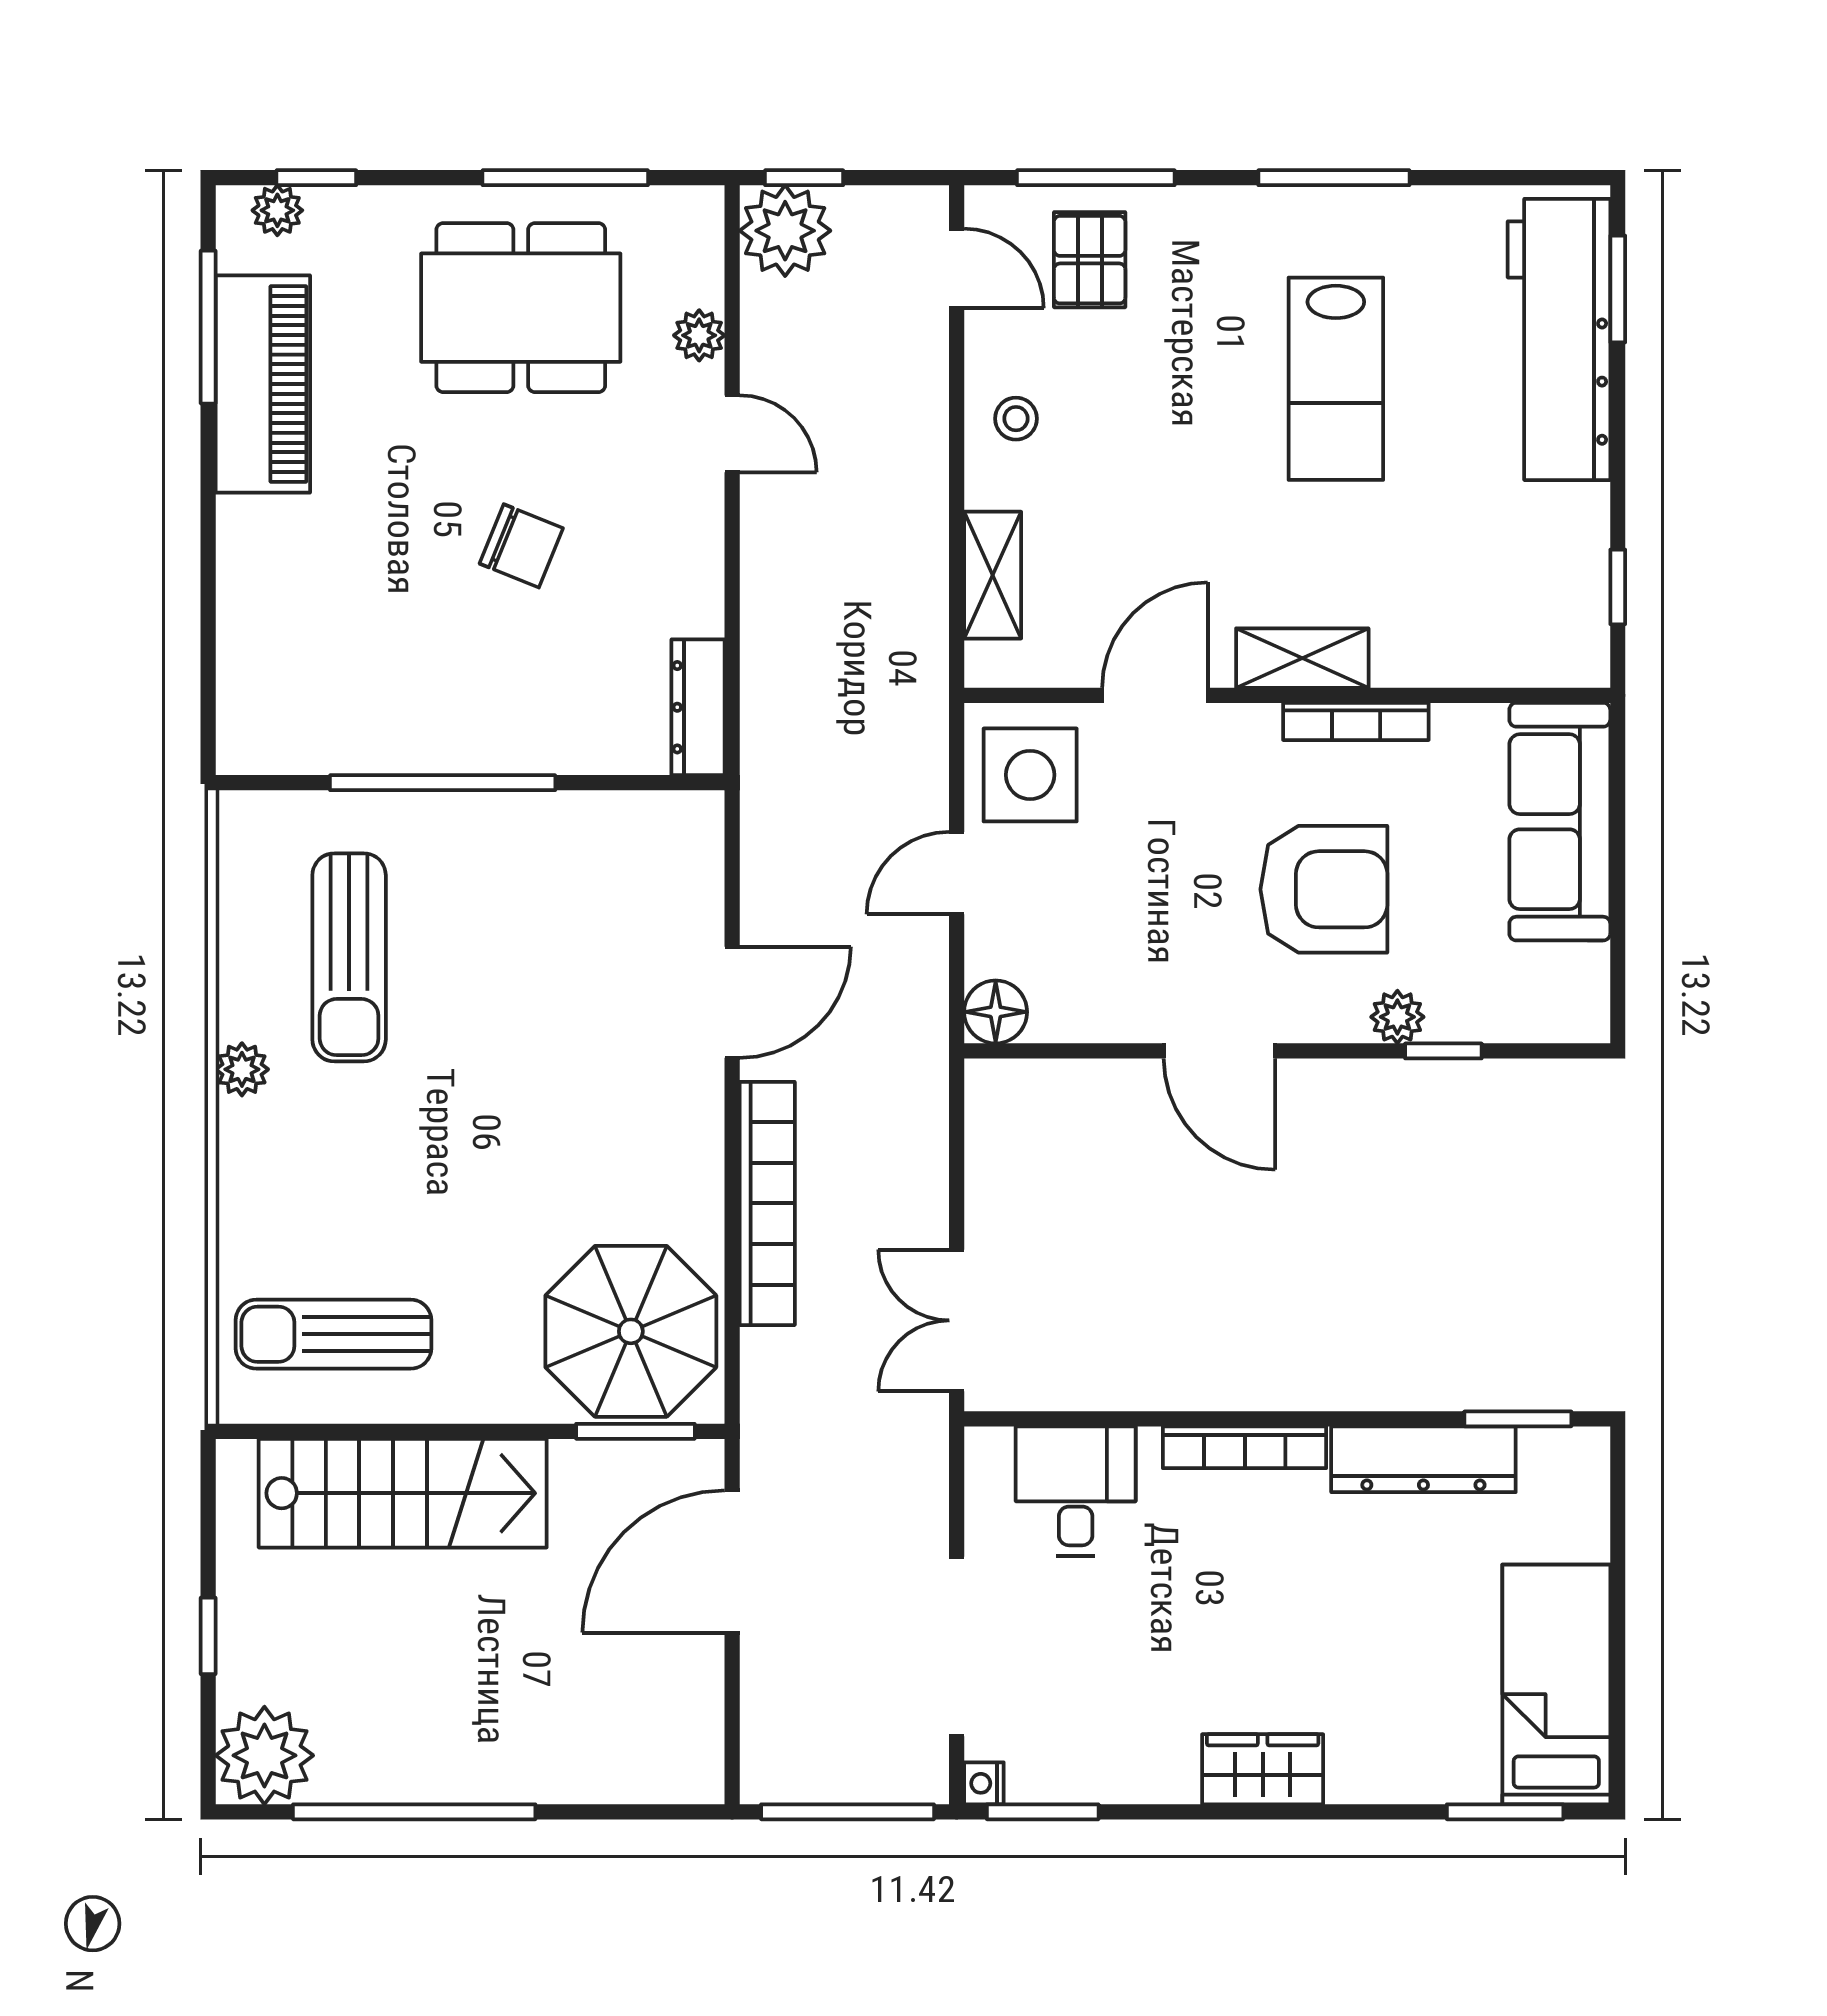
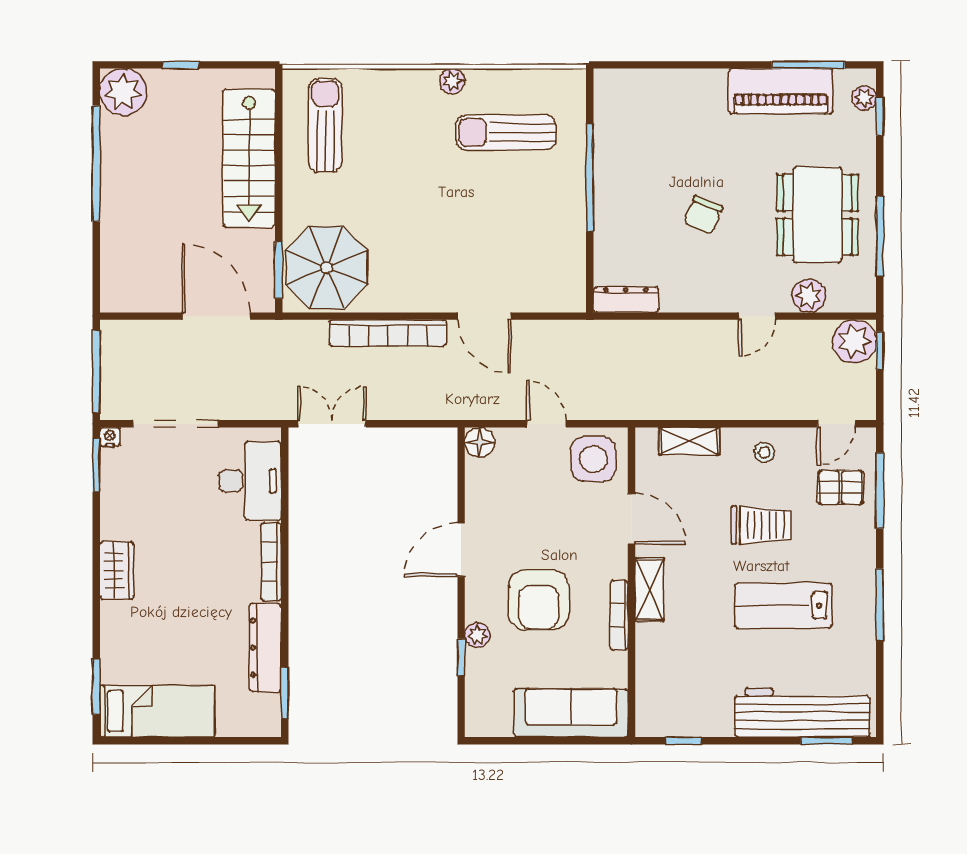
plant: (699, 335) -> (809, 296), width x1.38, depth x1.38
trolley: (1168, 425) -> (761, 525), added
desk: (1076, 1491) -> (250, 481), width x1.37

